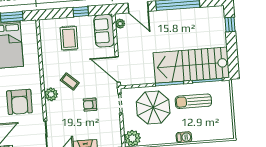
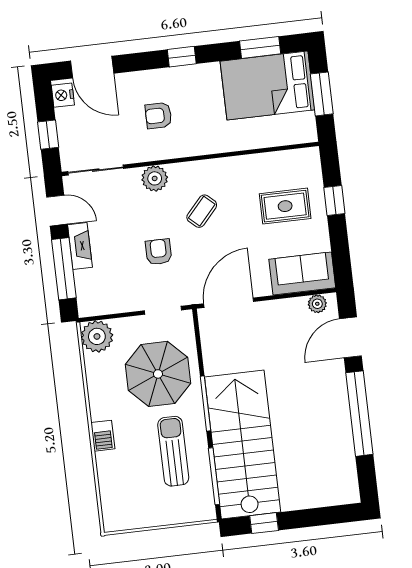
window: (81, 12) -> (334, 200), moved
window: (230, 24) -> (264, 523), moved
plant: (51, 94) -> (155, 178), moved
armchair: (19, 102) -> (158, 116), width x0.53, depth x0.53

